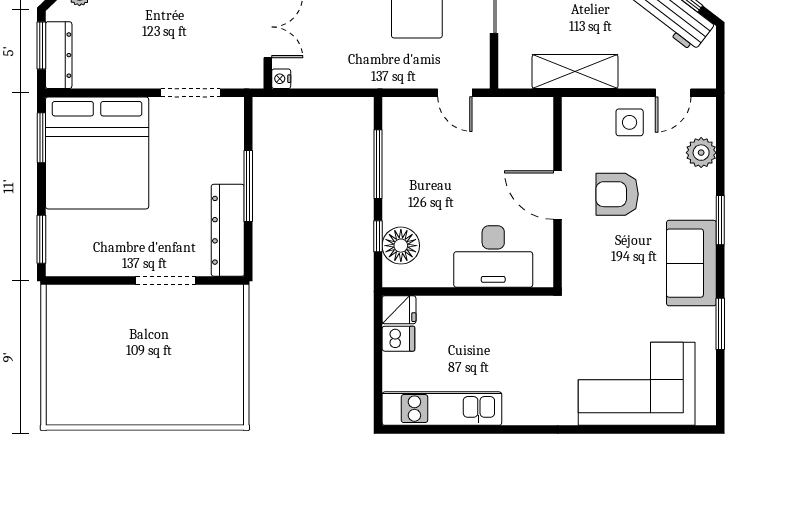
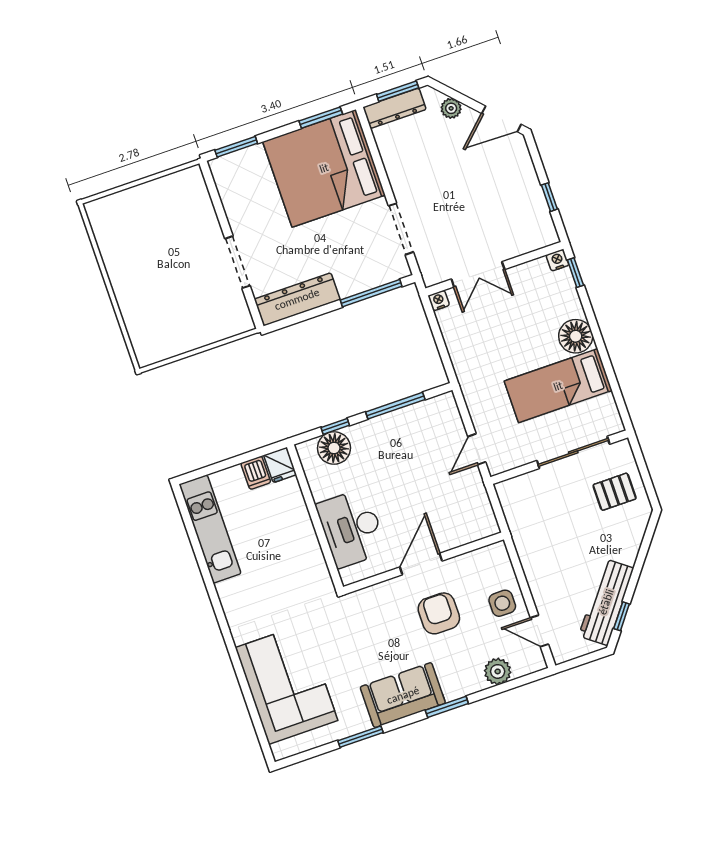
shelving: (575, 72) -> (529, 543), removed
window: (248, 186) -> (371, 293), moved

